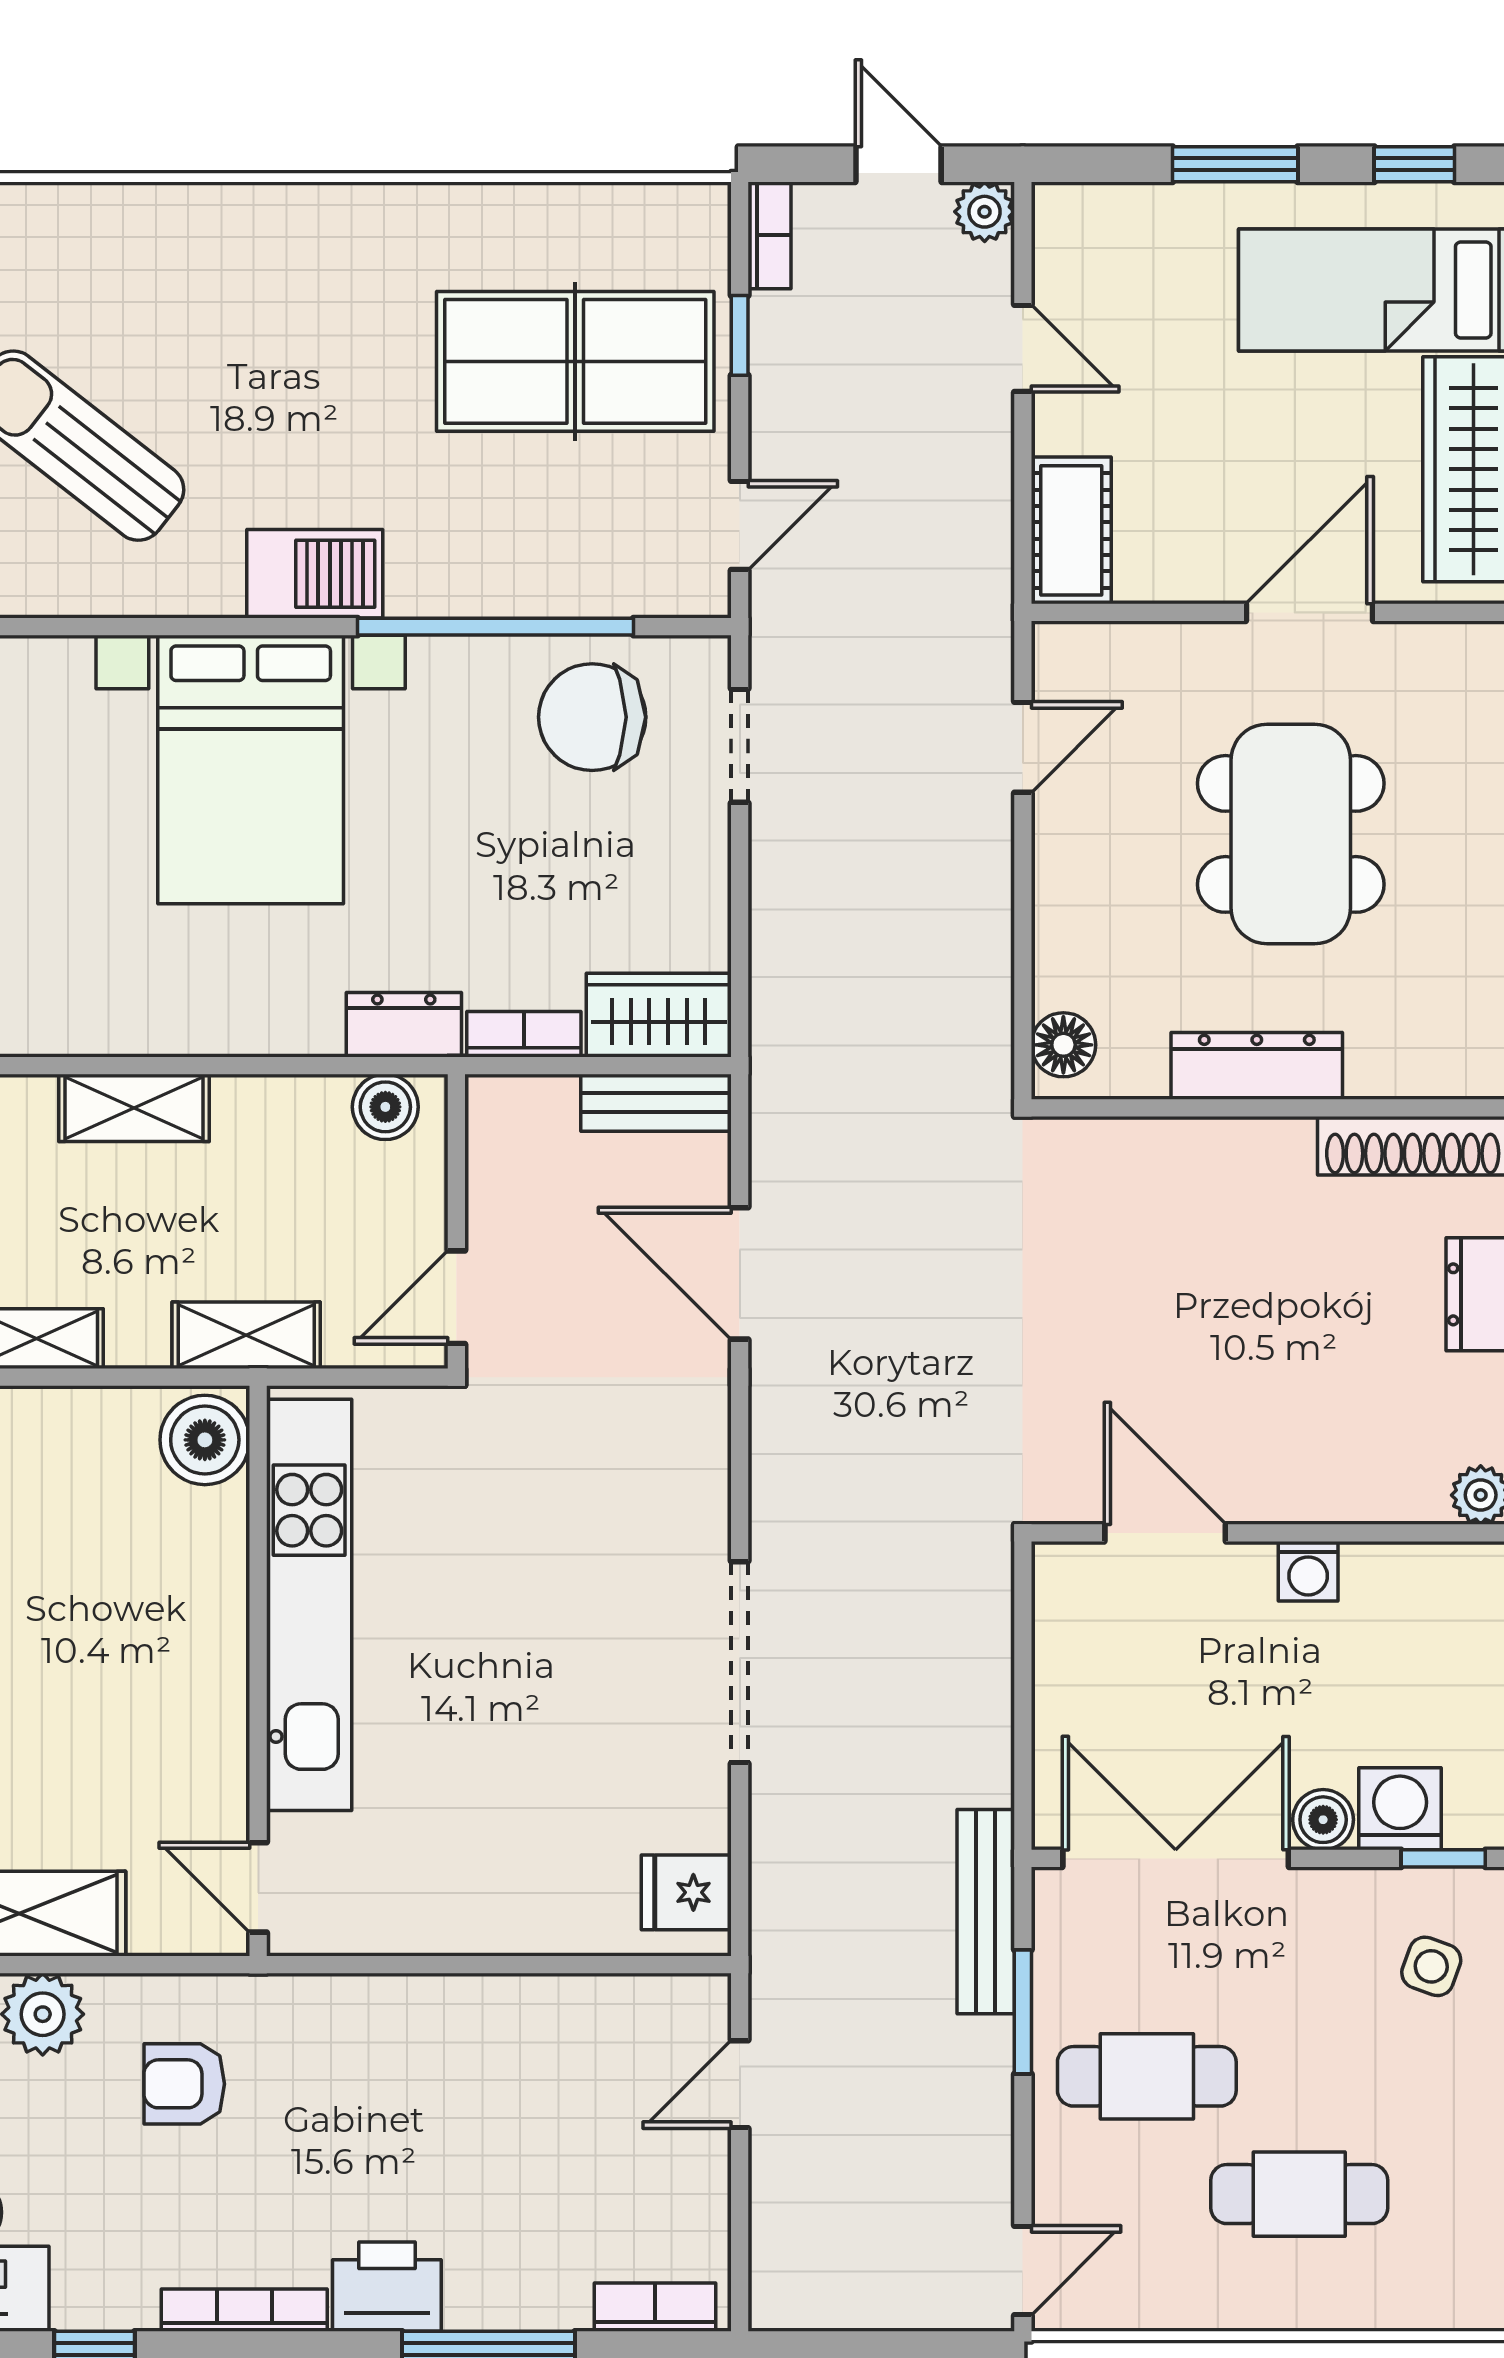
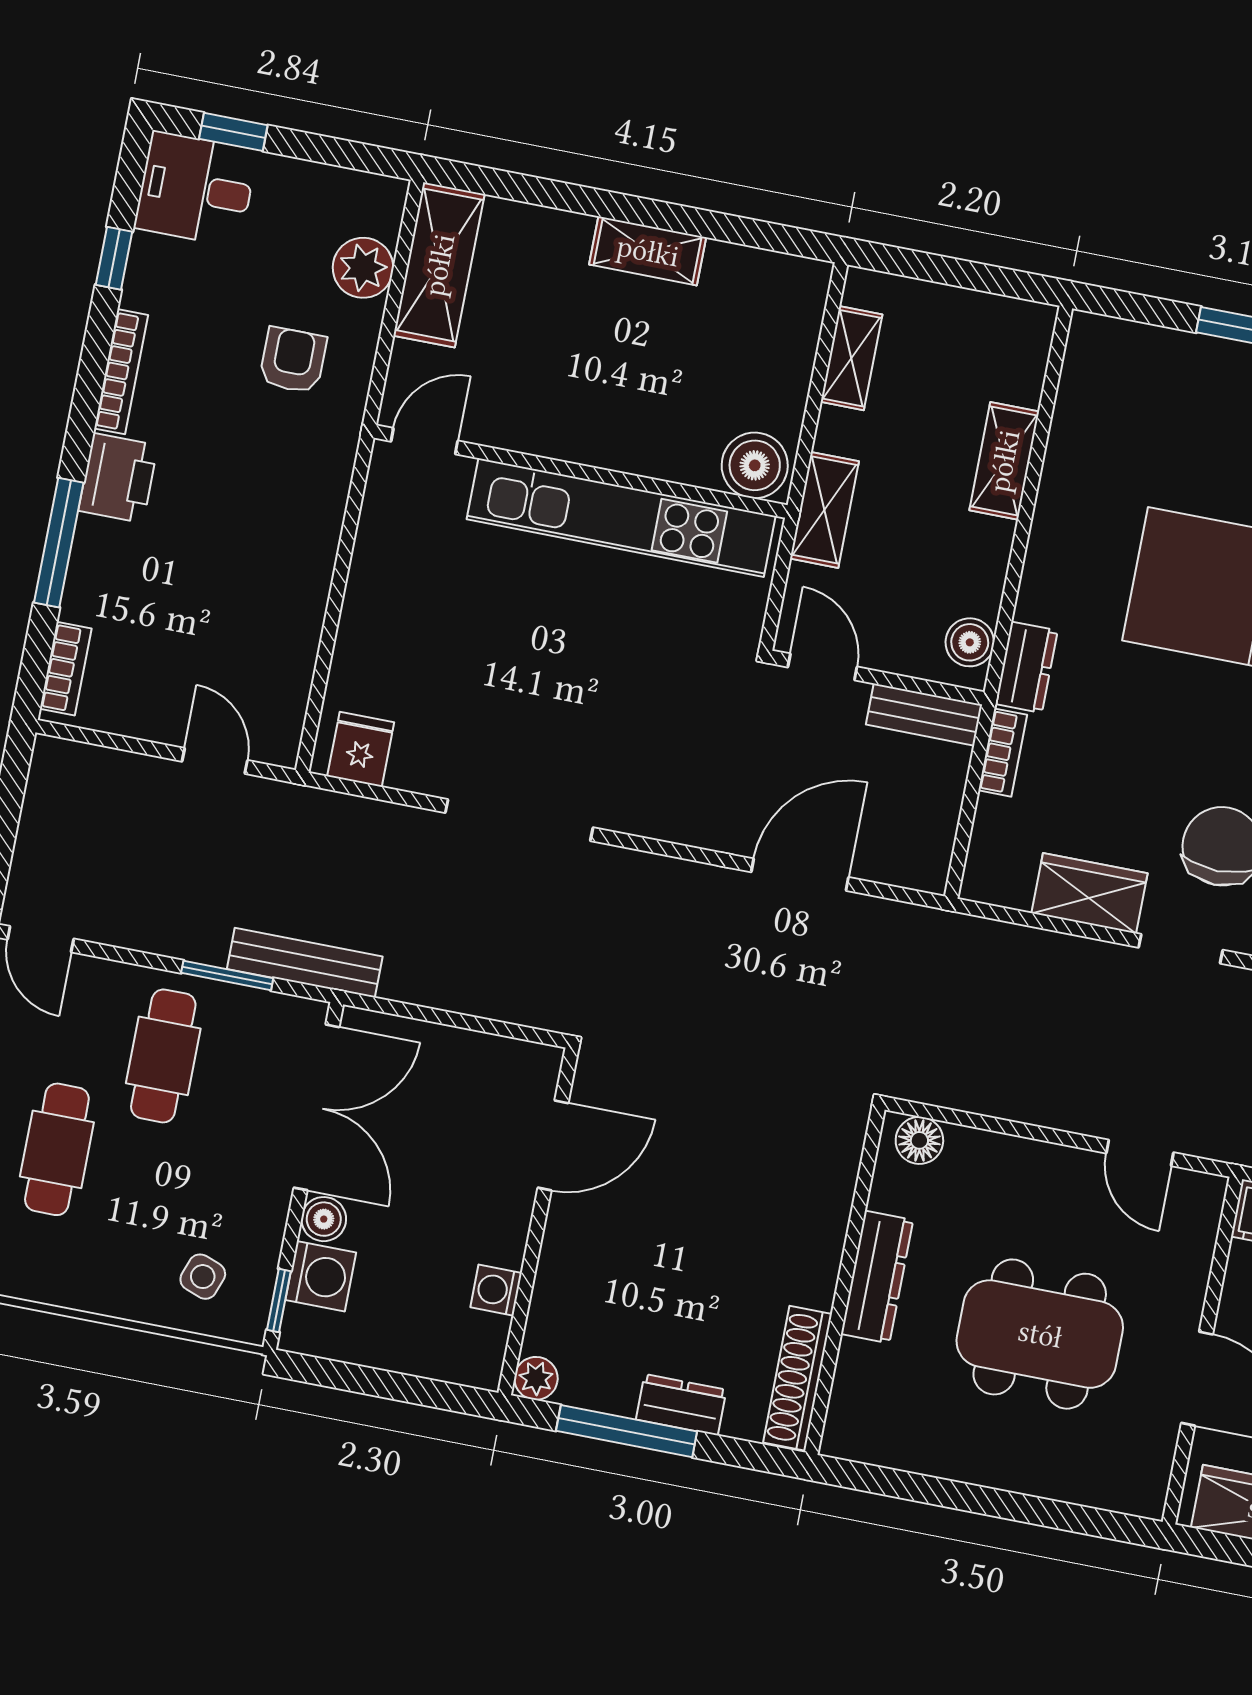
wardrobe: (659, 1015) -> (1089, 893), moved, turned -90
bench: (656, 1103) -> (924, 715), moved, turned 90
washing machine: (1308, 1571) -> (496, 1290), moved

